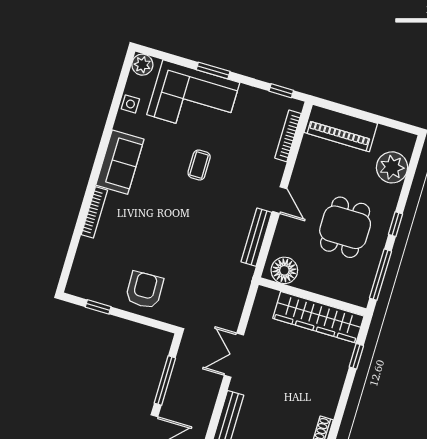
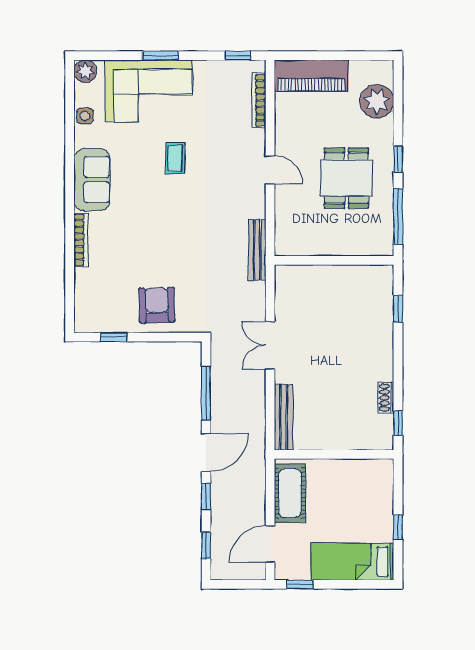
bench: (256, 237) -> (257, 250), moved
floor lamp: (284, 270) -> (297, 242), removed
wardrobe: (318, 317) -> (346, 280), removed

